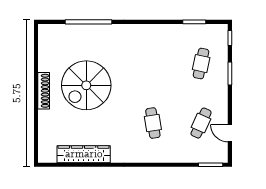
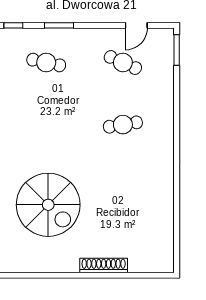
spiral stairs: (86, 85) -> (48, 205), moved
shoe rack: (44, 91) -> (104, 265), moved
wardrobe: (84, 154) -> (163, 214), removed

